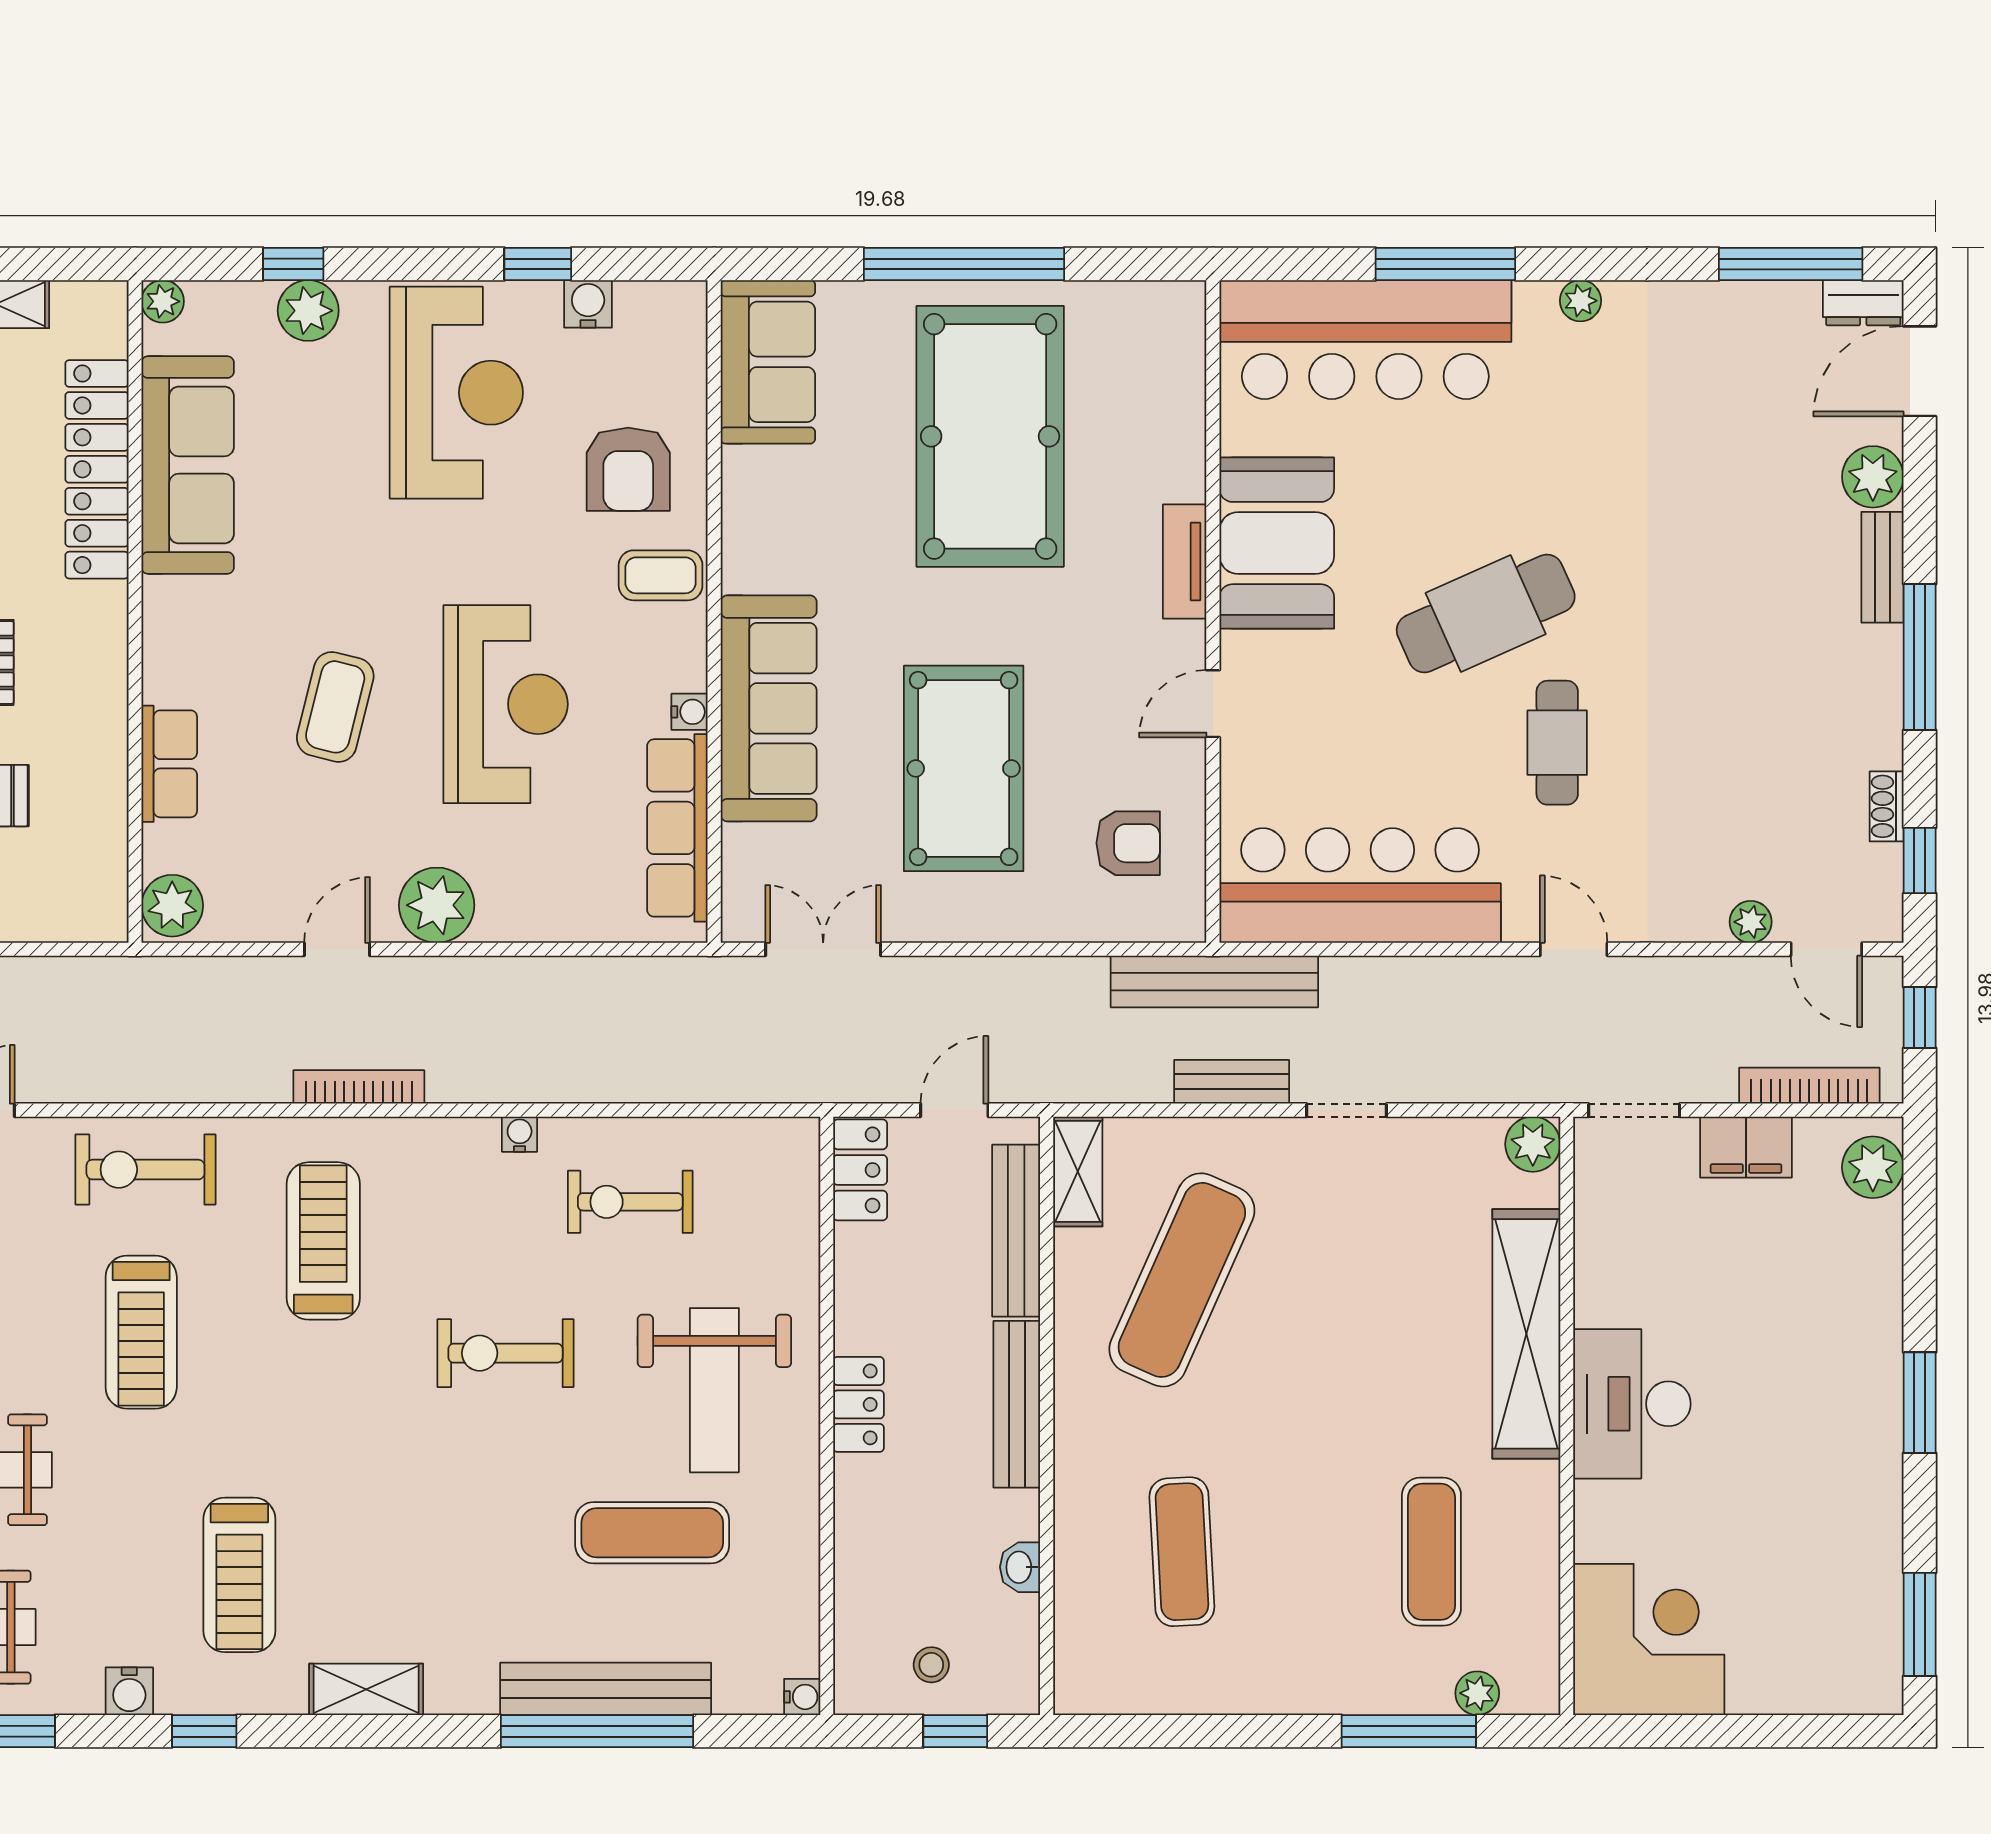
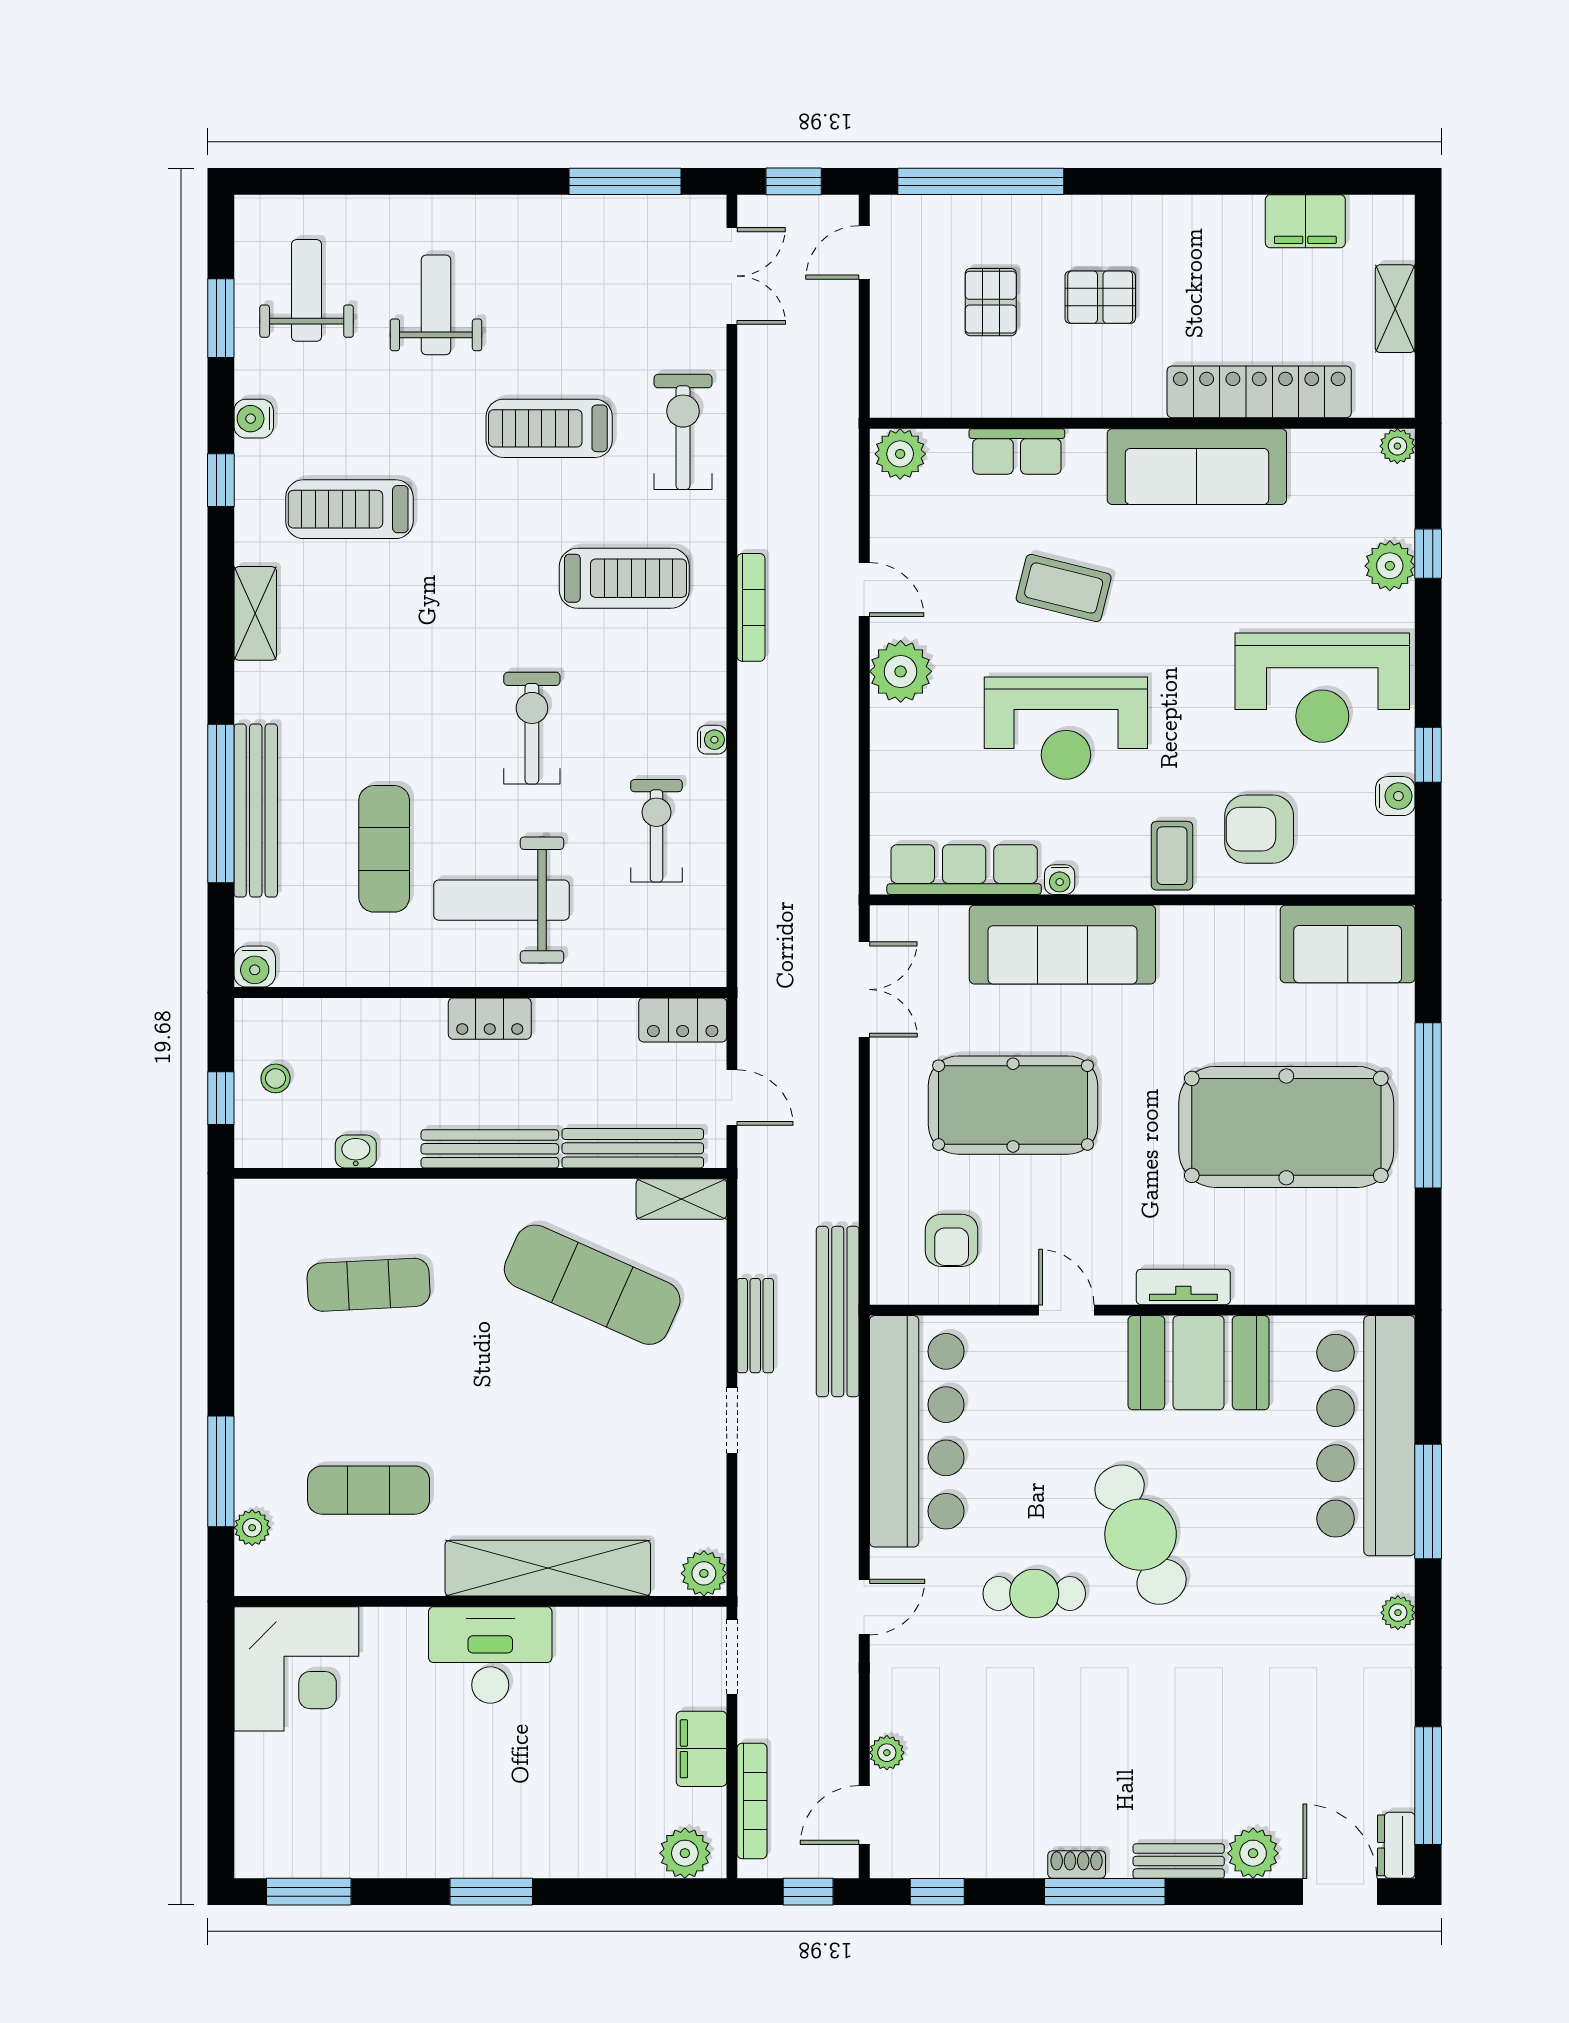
sofa: (188, 465) -> (1197, 467), moved
shoe rack: (1887, 806) -> (1077, 1864), moved
water cooler: (802, 1697) -> (255, 967), width x1.38, depth x1.38

